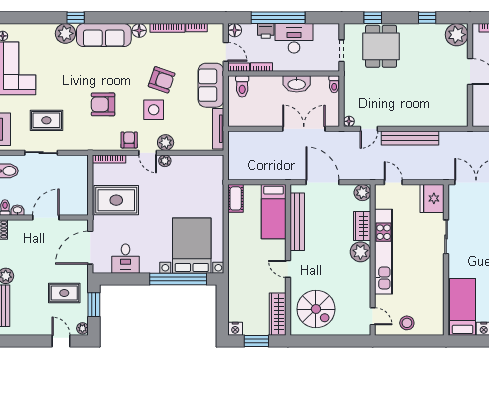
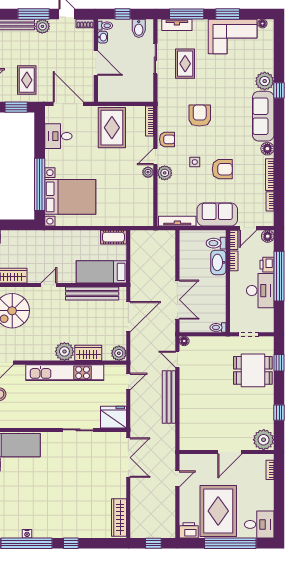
armchair: (162, 80) -> (222, 169), turned -109
washbasin: (297, 84) -> (218, 262), moved
side table: (154, 110) -> (195, 162), width x0.54, depth x0.54

